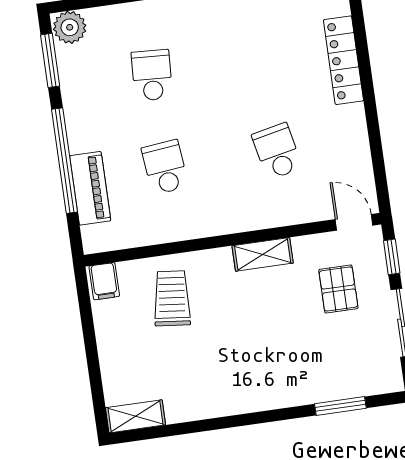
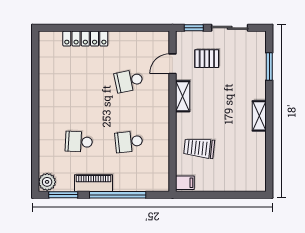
piano: (90, 188) -> (94, 183), moved
door: (354, 222) -> (172, 64), moved
shelving: (136, 416) -> (259, 116), moved

